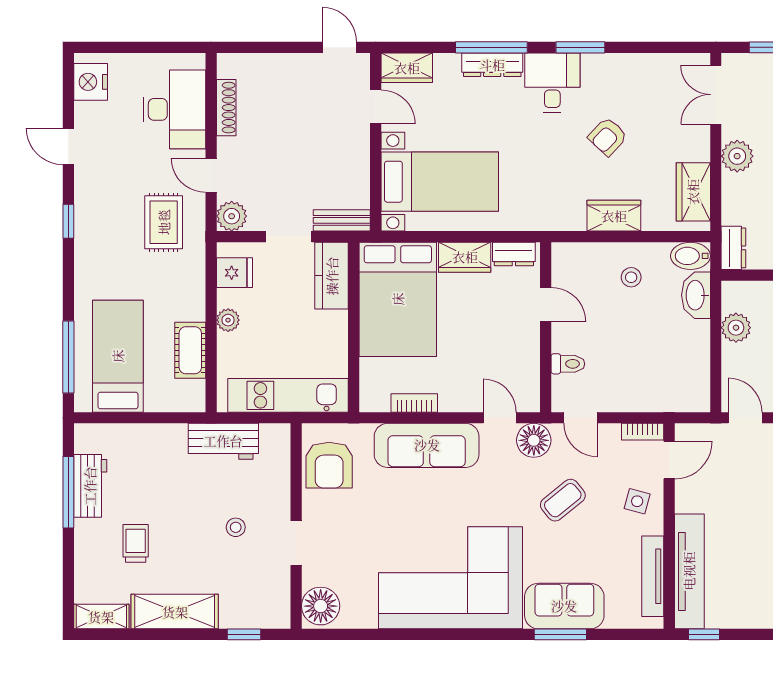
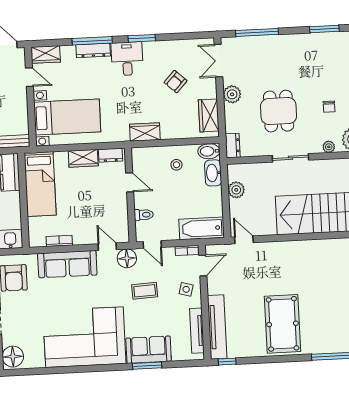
armchair: (608, 137) -> (176, 82), moved
wardrobe: (614, 216) -> (145, 132), moved
bed: (398, 299) -> (40, 184), width x0.67
bathtub: (670, 393) -> (202, 228), added
coffee table: (563, 500) -> (145, 291), turned 36

